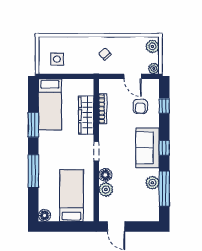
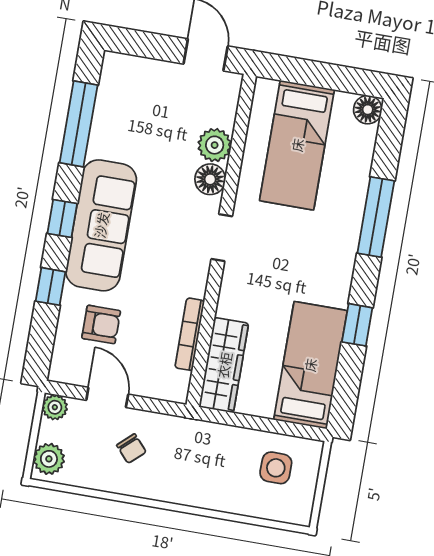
chair: (105, 54) -> (131, 449), moved
armchair: (140, 106) -> (101, 325), turned 90
window: (164, 106) -> (51, 286), moved
wardrobe: (86, 115) -> (224, 365), moved
window: (33, 125) -> (357, 325), width x0.67
sofa: (148, 148) -> (101, 225), width x1.36
plant: (152, 183) -> (104, 142), removed

